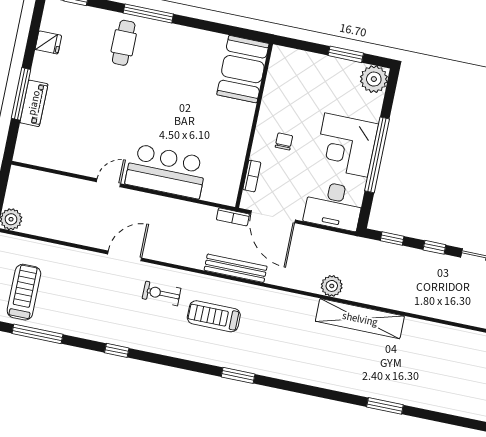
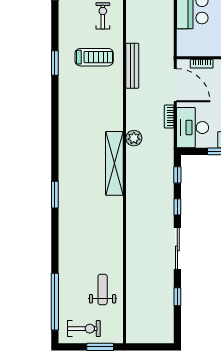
bookcase: (233, 217) -> (169, 117), moved
door: (273, 217) -> (175, 85), swing flipped
treadmill: (214, 316) -> (94, 57), turned 90
window: (238, 375) -> (55, 63), moved

